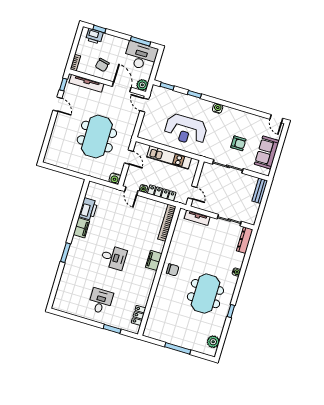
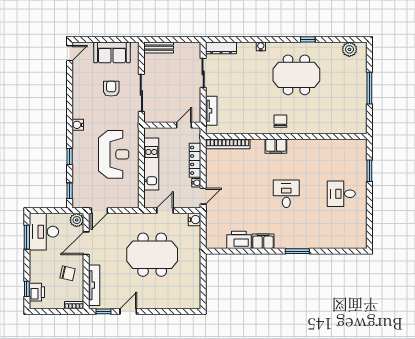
locker: (138, 315) -> (345, 145), removed

